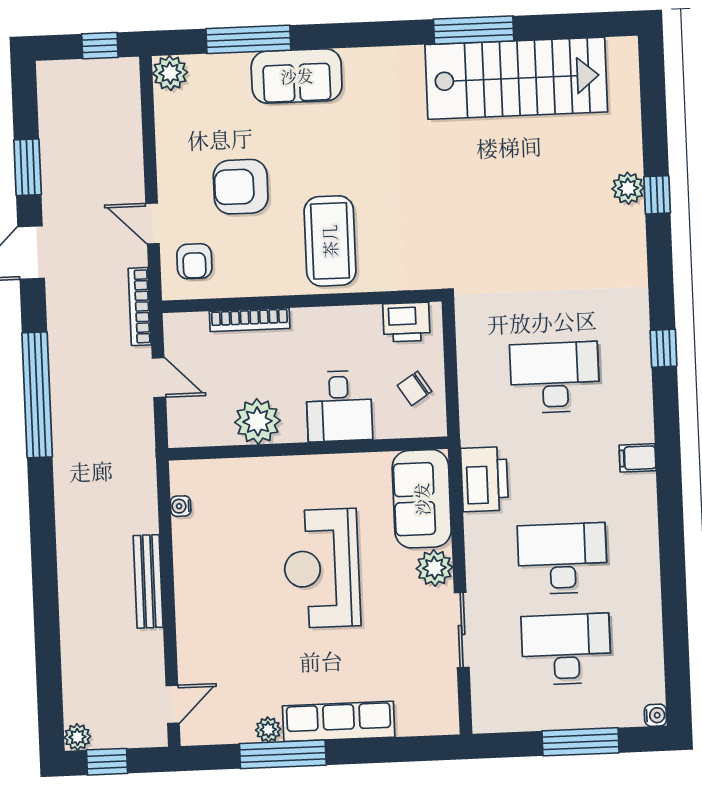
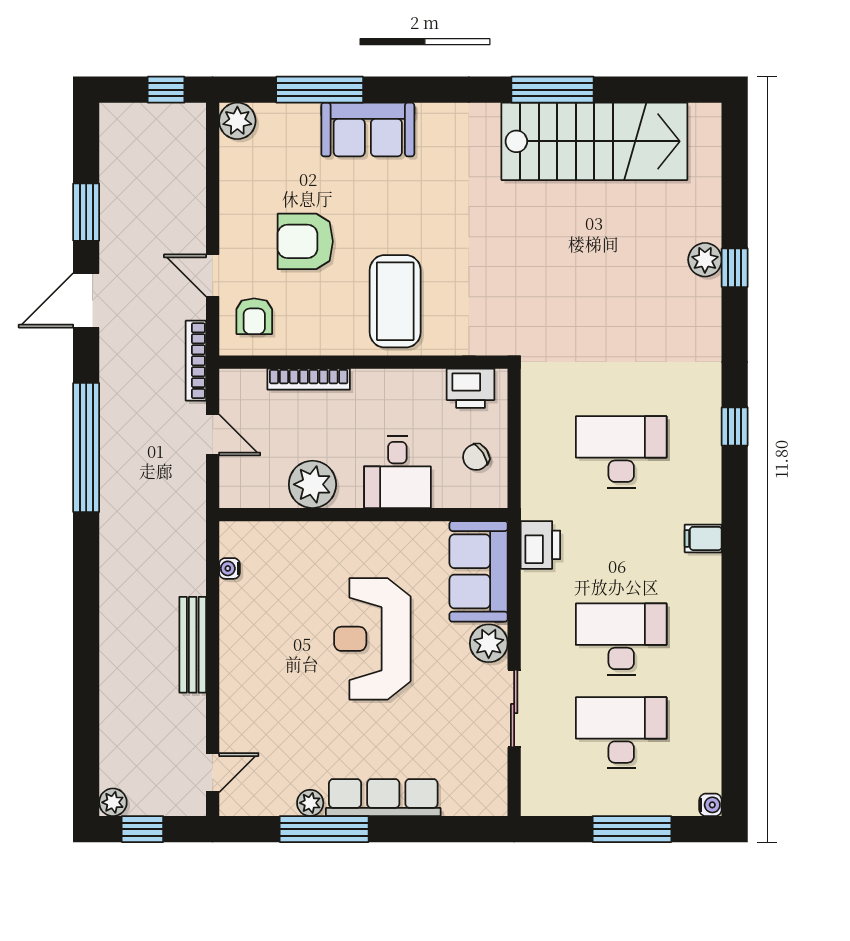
printer: (484, 479) -> (540, 545), width x0.73, depth x0.84

